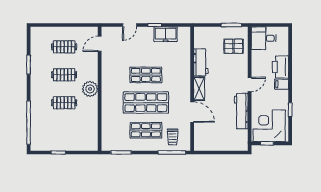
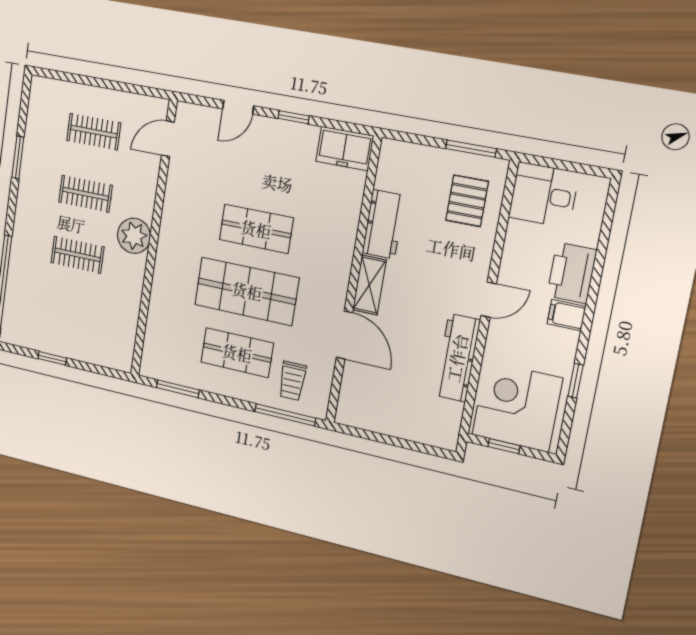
freezer: (166, 34) -> (345, 149), moved
pallet: (234, 46) -> (467, 201), turned 90

